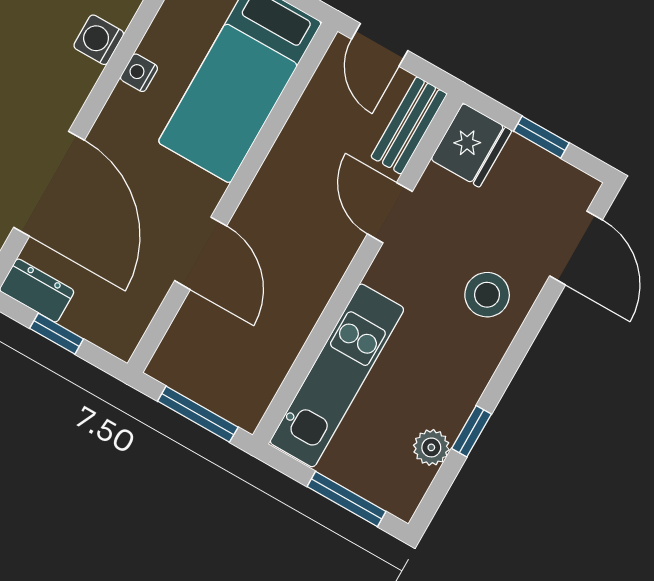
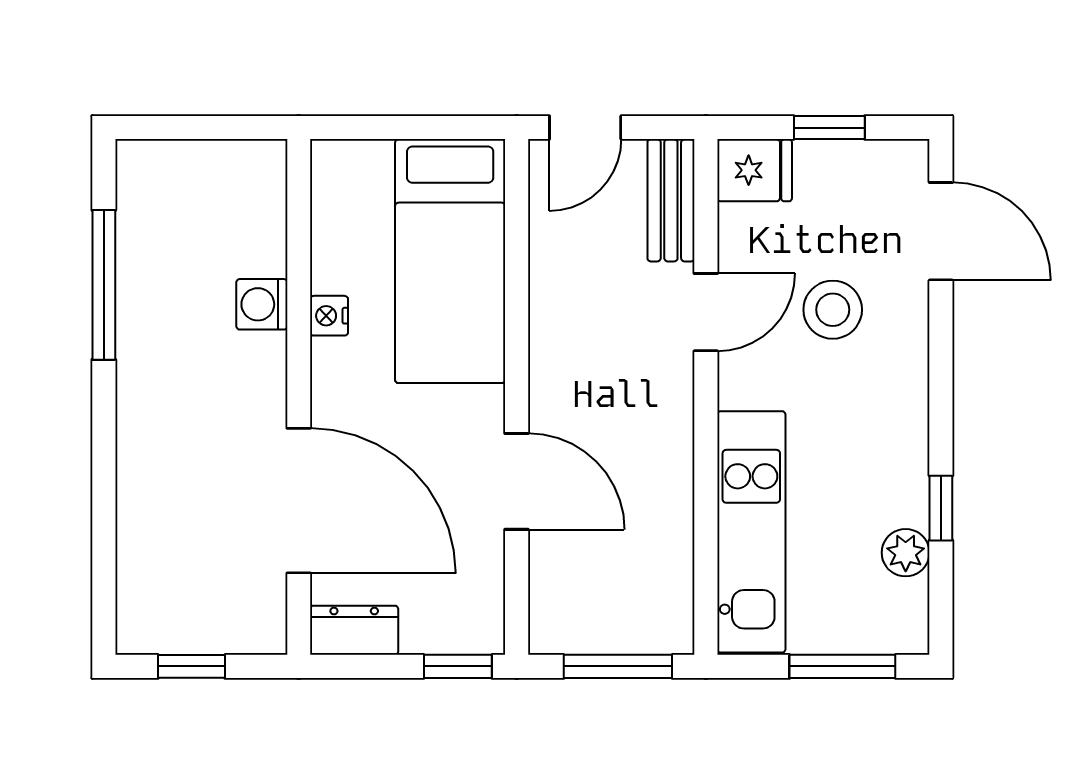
door: (380, 45) -> (585, 128), hinge flipped
fridge: (471, 145) -> (755, 170), width x0.72
door: (390, 213) -> (706, 312), swing flipped
stool: (487, 295) -> (833, 310), moved
window: (57, 334) -> (458, 666), moved

